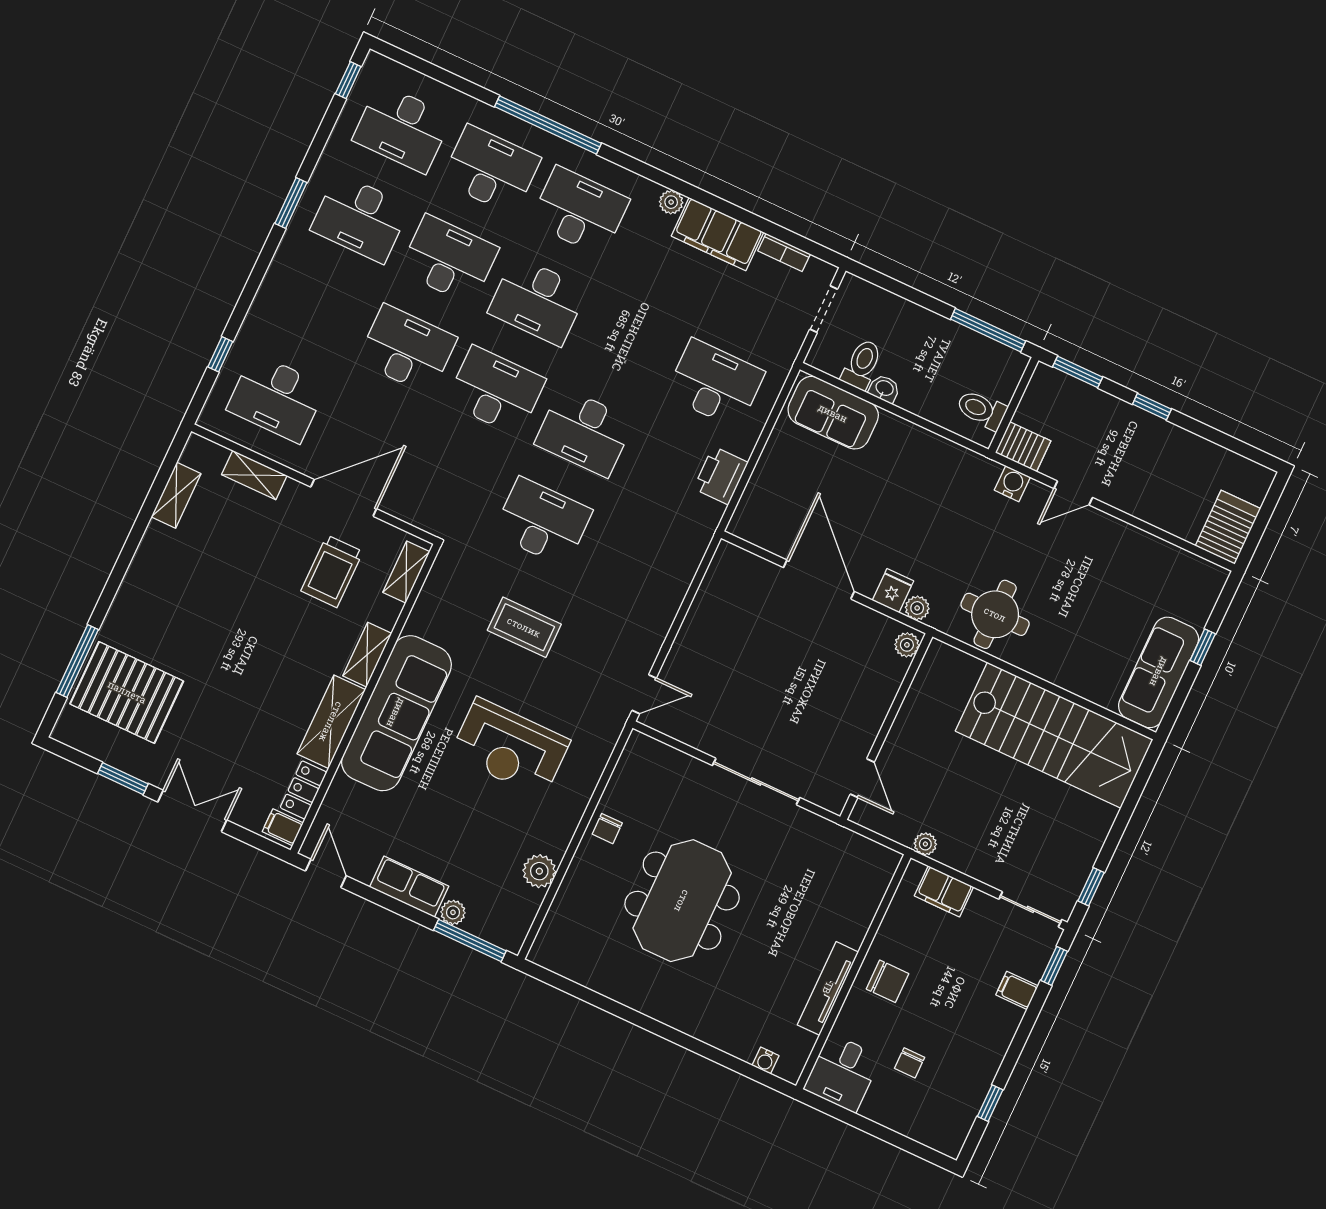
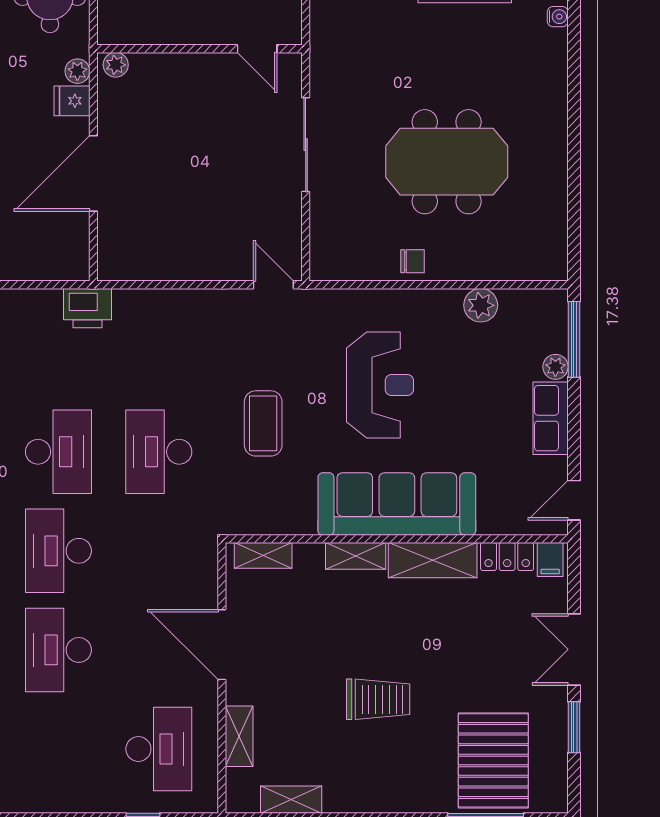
printer: (721, 475) -> (87, 308), moved
trolley: (332, 571) -> (378, 699), moved
door: (862, 778) -> (257, 49), swing flipped

